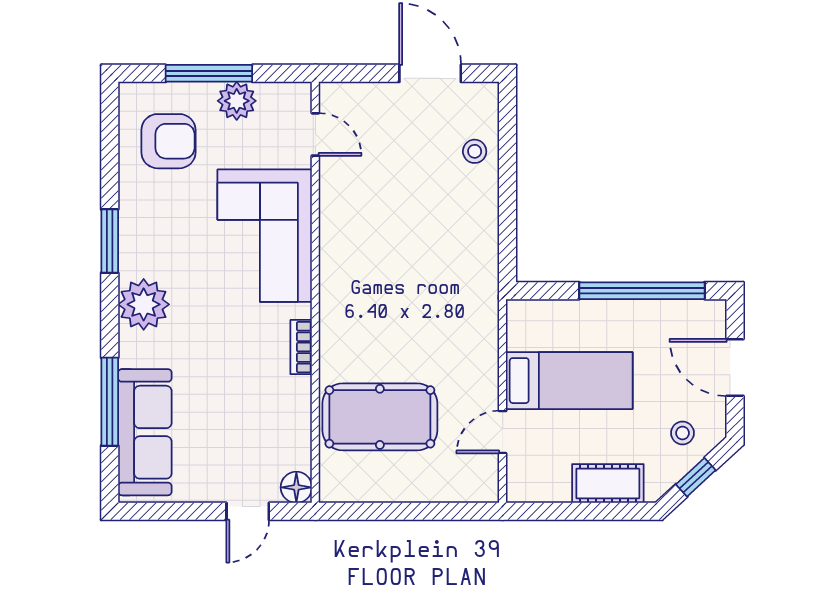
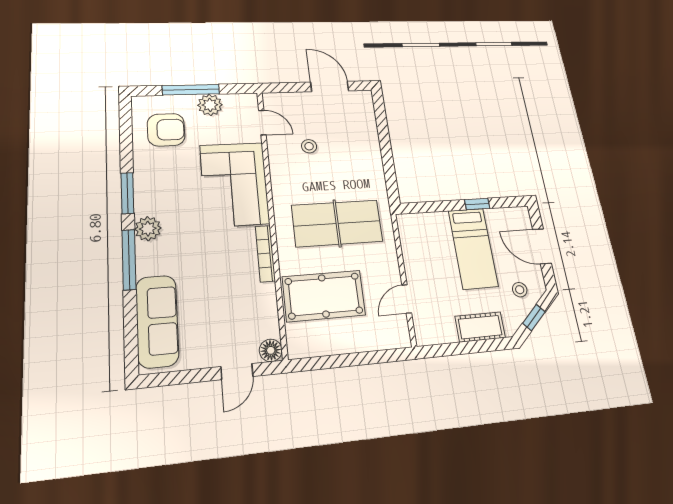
stool: (475, 151) -> (309, 146), moved
window: (642, 291) -> (477, 204), width x0.32
plant: (144, 304) -> (148, 229), width x0.73, depth x0.73
table tennis table: (413, 308) -> (337, 223), added
bookcase: (301, 347) -> (265, 254), width x1.56
bed: (569, 381) -> (473, 248), moved, turned 90
window: (110, 402) -> (129, 259), moved

